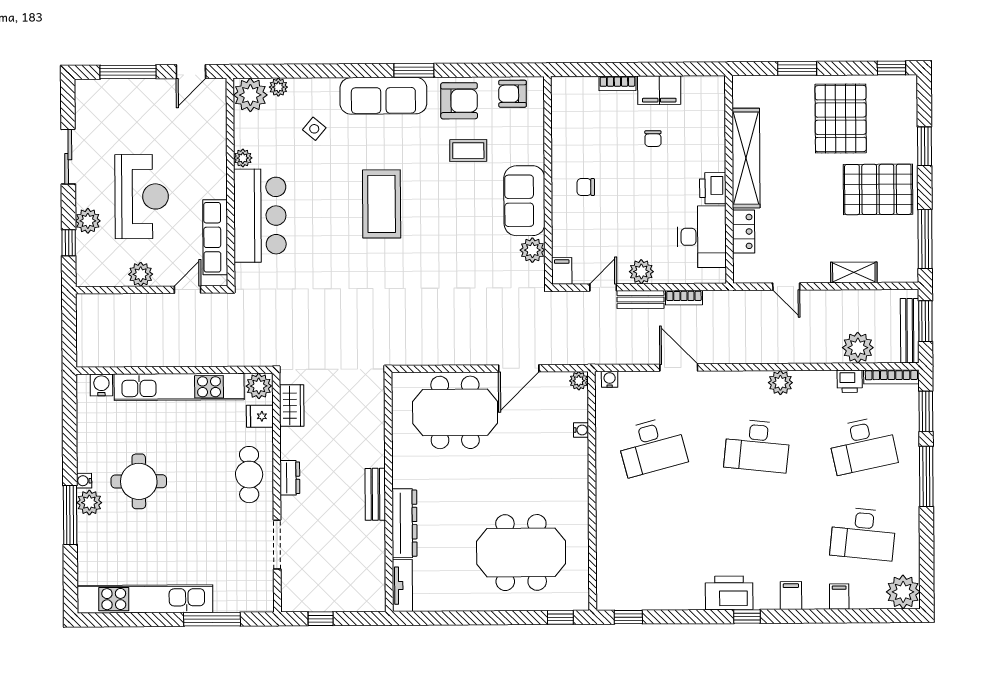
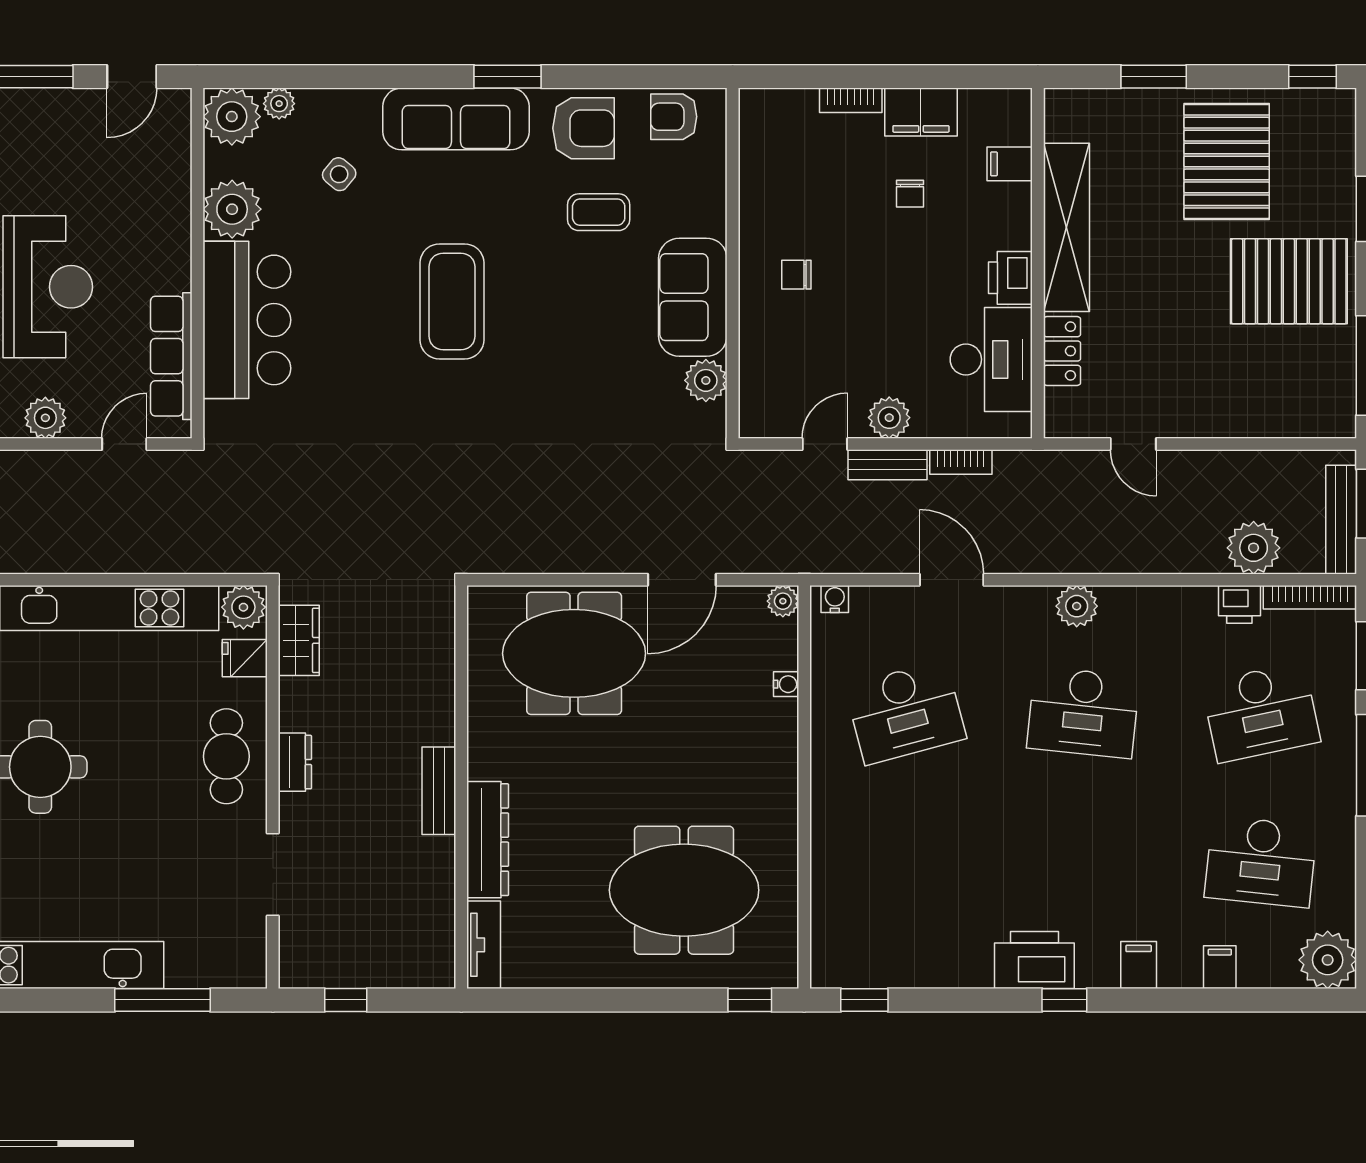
plant: (243, 158) -> (232, 209), width x1.88, depth x1.88
filing cabinet: (562, 271) -> (1010, 164), moved, turned -90
shelving: (854, 272) -> (1247, 421), removed
plant: (780, 383) -> (1077, 606), moved

